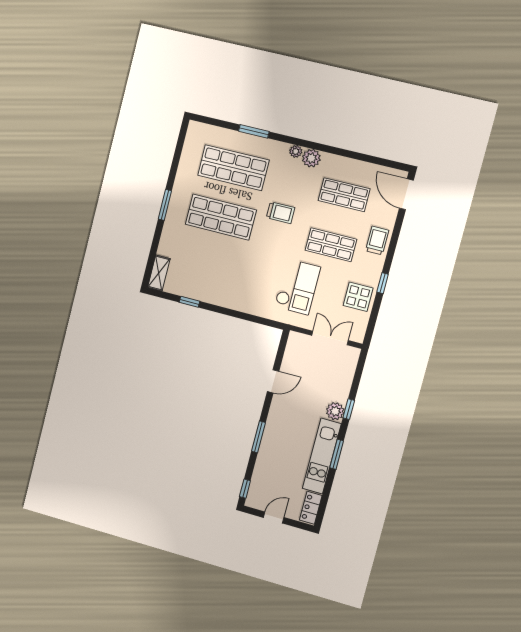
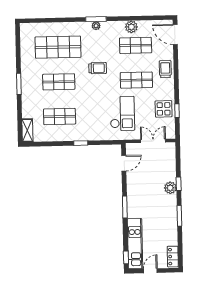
window: (254, 131) -> (96, 19), moved
plant: (311, 158) -> (131, 27), moved
shop shelf: (221, 217) -> (59, 82), width x0.70, depth x0.74
shop shelf: (208, 266) -> (60, 117), added
window: (383, 283) -> (177, 111), moved
window: (189, 302) -> (81, 143), moved
door: (273, 381) -> (124, 163), moved
window: (259, 437) -> (125, 207), moved
kitchen unit: (322, 456) -> (135, 244), moved, turned 180

